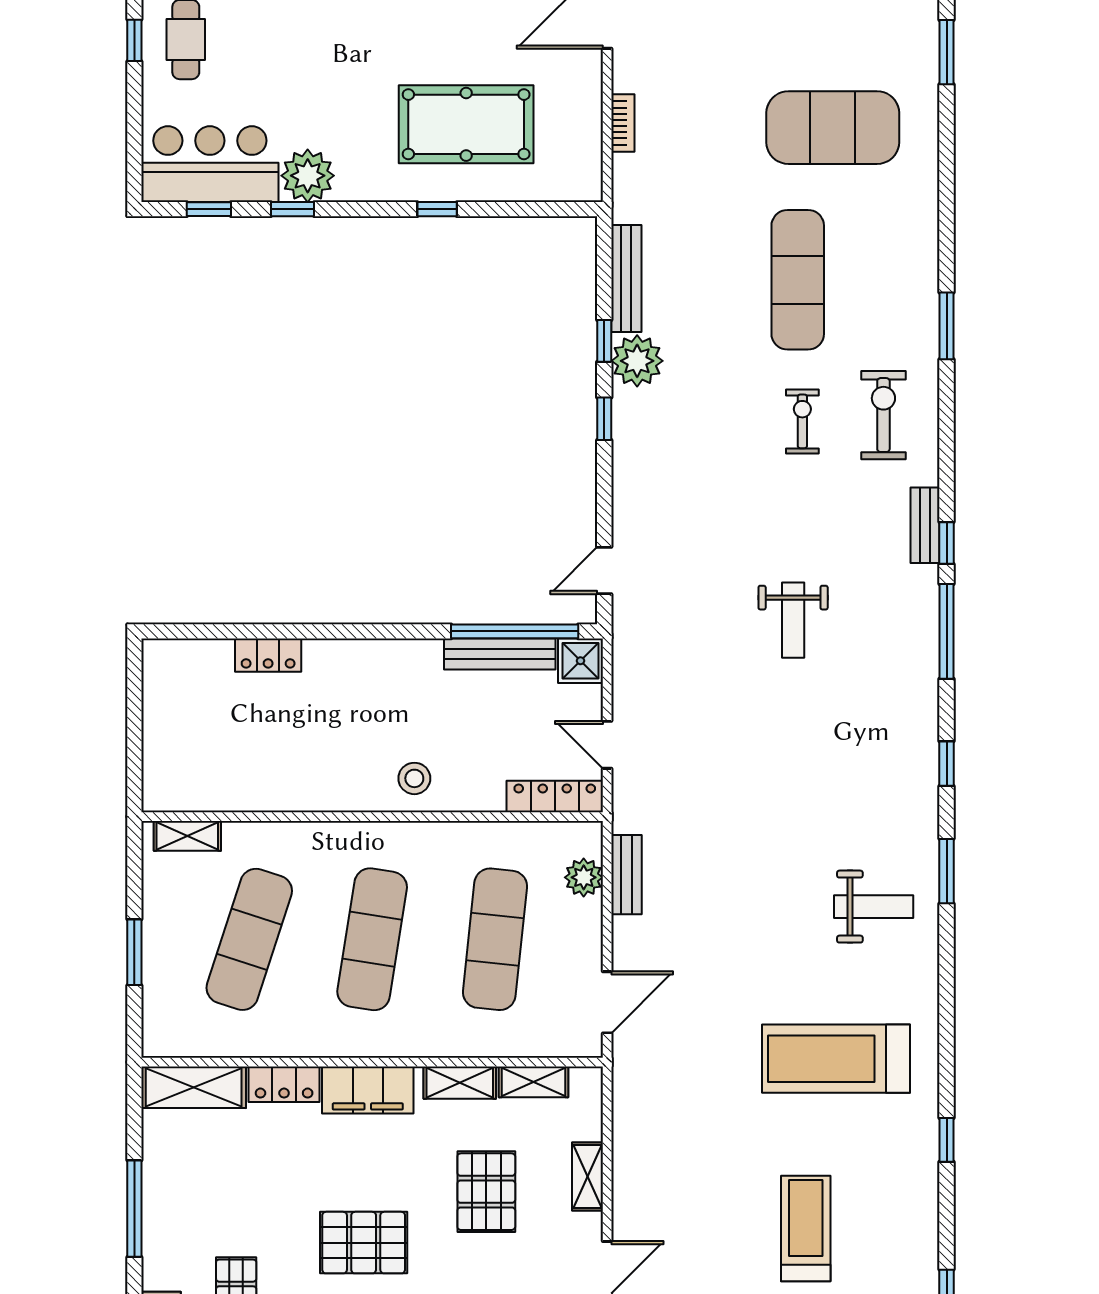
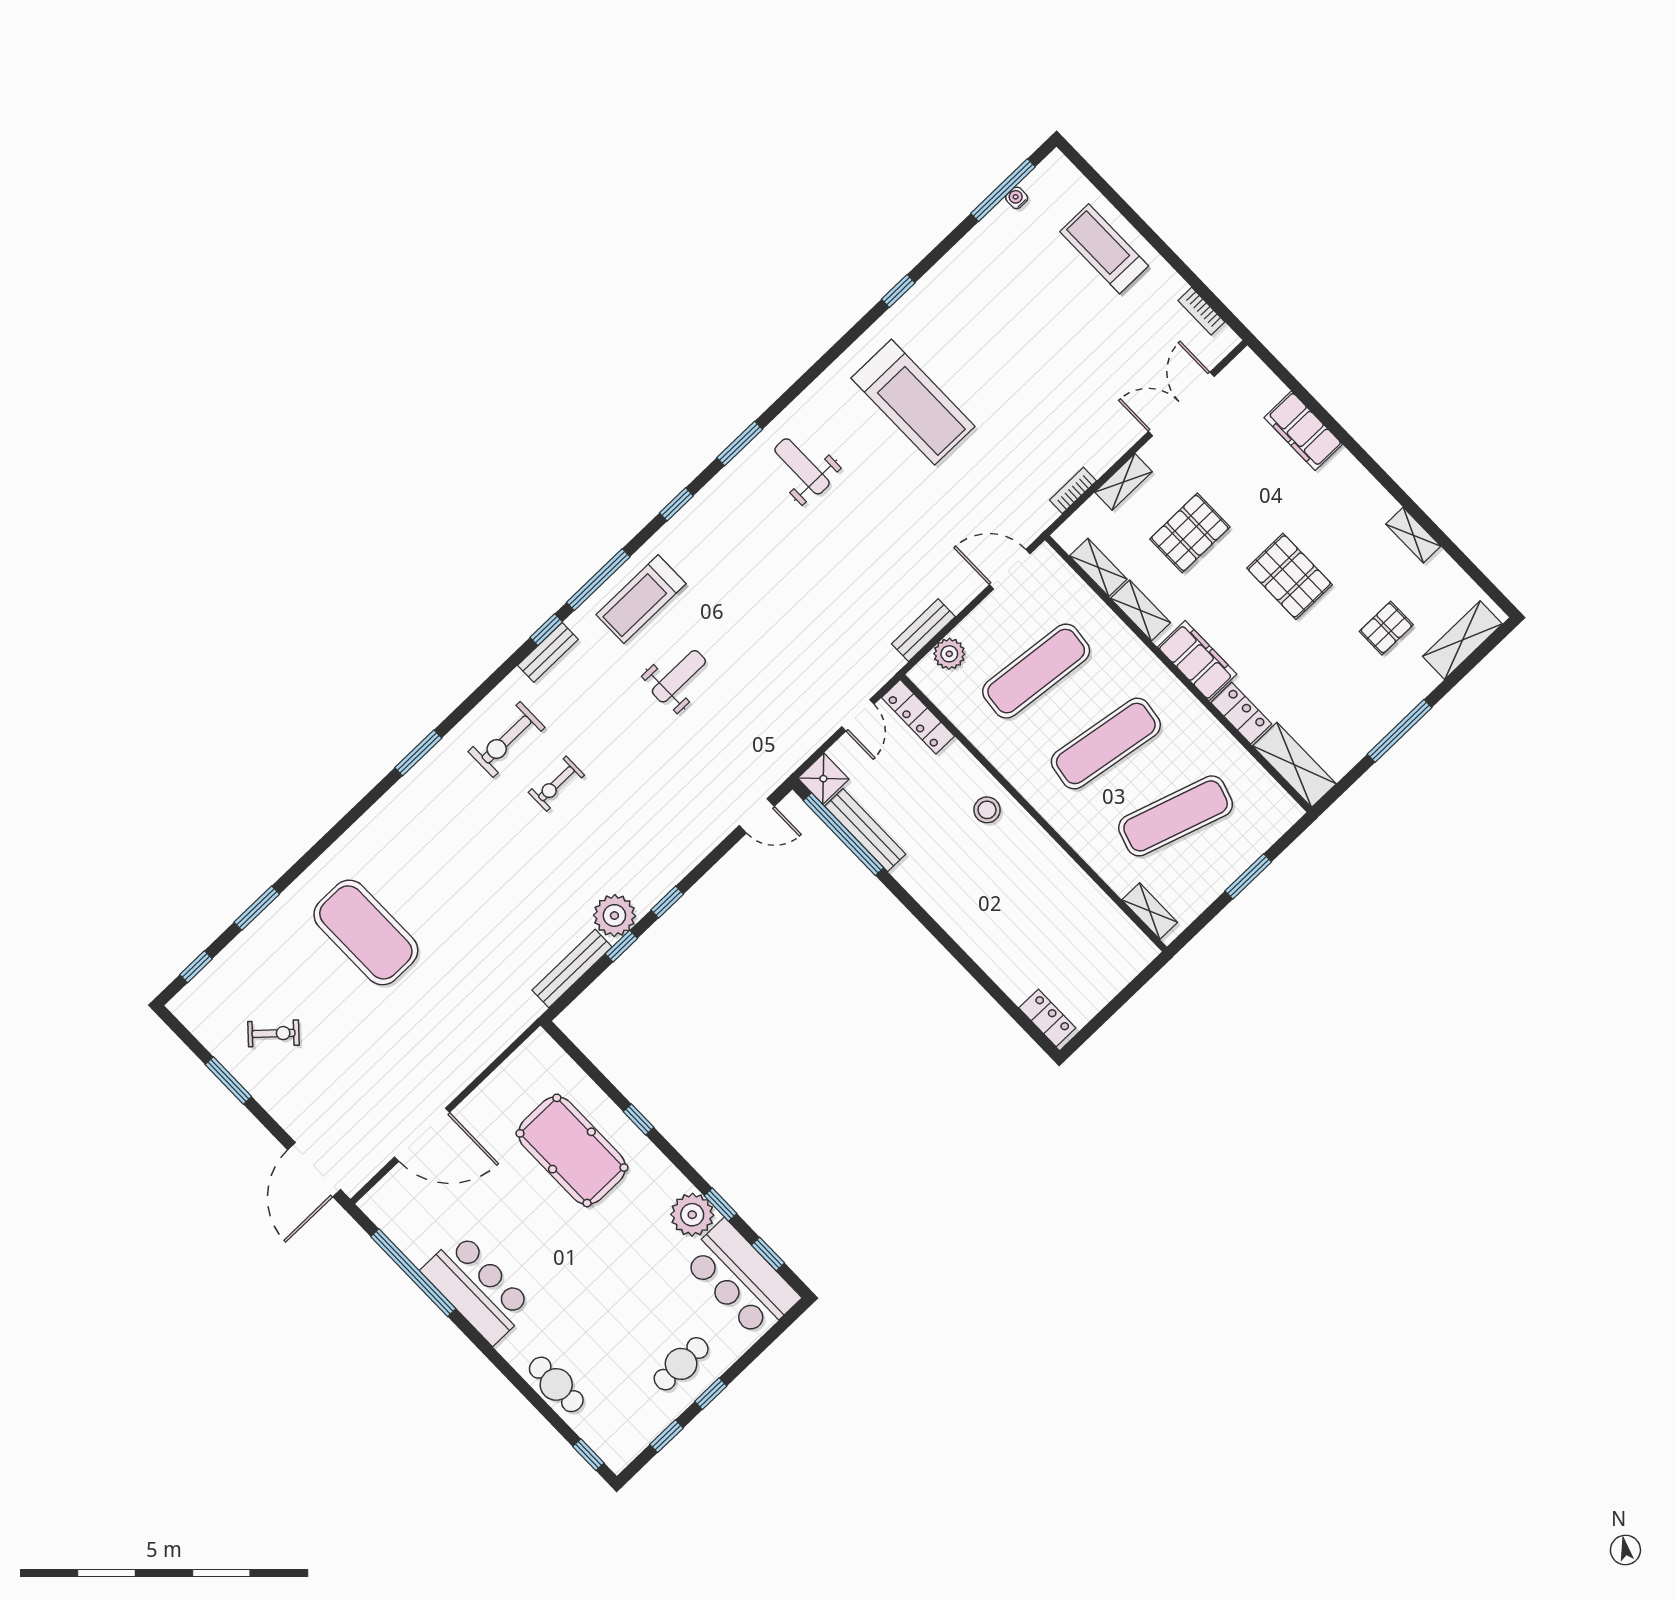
bookcase: (623, 123) -> (1073, 490), moved
exercise mat: (798, 280) -> (475, 867), removed
locker: (268, 655) -> (1047, 1018), moved
treadmill: (806, 1229) -> (641, 599), moved

